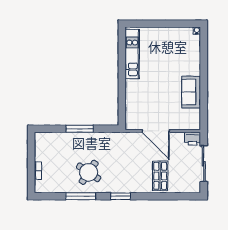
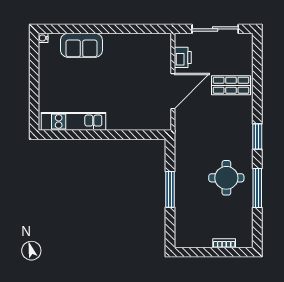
sofa: (191, 92) -> (81, 45), moved
printer: (193, 139) -> (183, 57), moved
round table: (89, 172) -> (226, 178), turned -34

